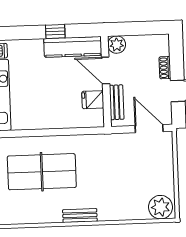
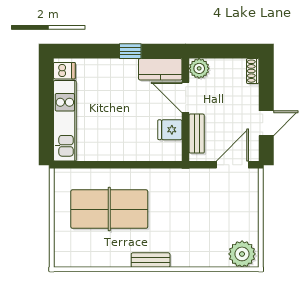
kitchen counter: (73, 47) -> (160, 69), width x0.67
shoe rack: (165, 68) -> (253, 71), moved
door: (149, 129) -> (232, 165), hinge flipped

